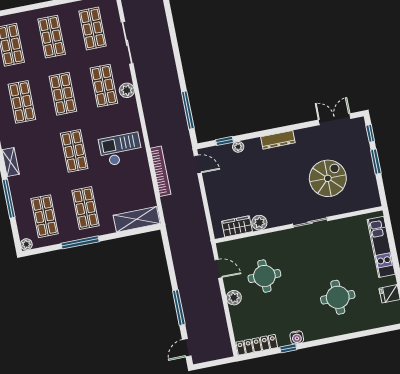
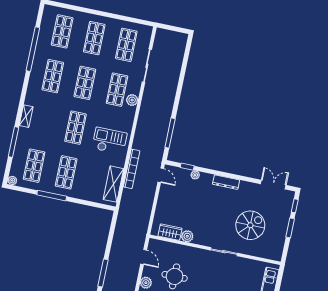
shelving: (137, 219) -> (113, 184), moved, turned 90

